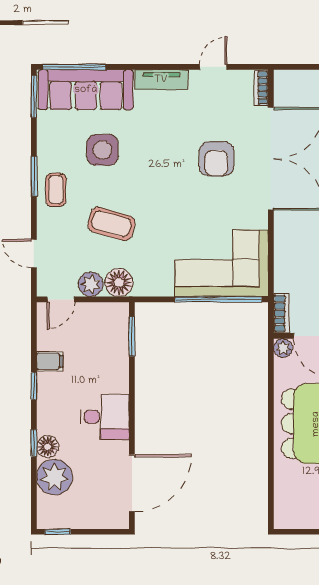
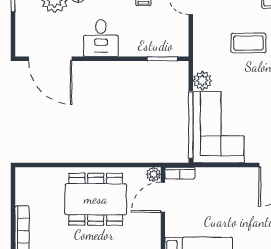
coffee table: (111, 224) -> (248, 43), turned 74
floor lamp: (119, 283) -> (204, 49), removed
plant: (91, 284) -> (202, 81), moved

